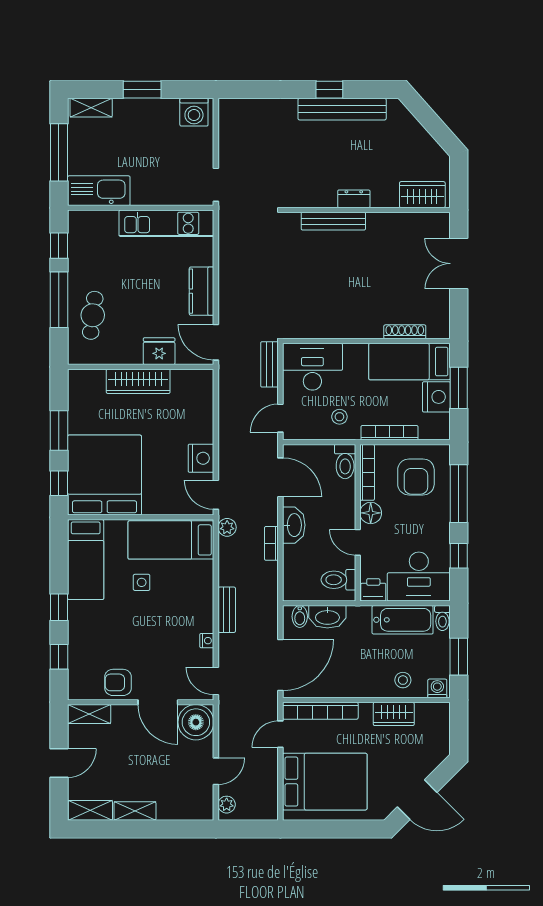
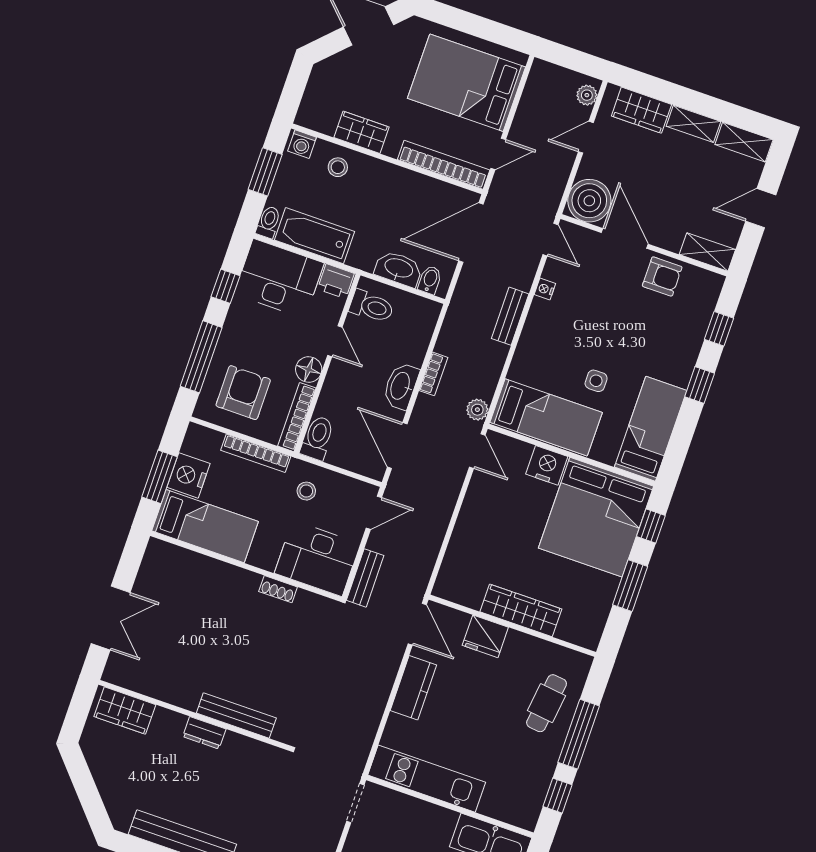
shoe rack: (405, 332) -> (278, 589), moved, width x0.70
nightstand: (201, 458) -> (547, 465), moved, turned 90
wardrobe: (180, 808) -> (641, 110), added

